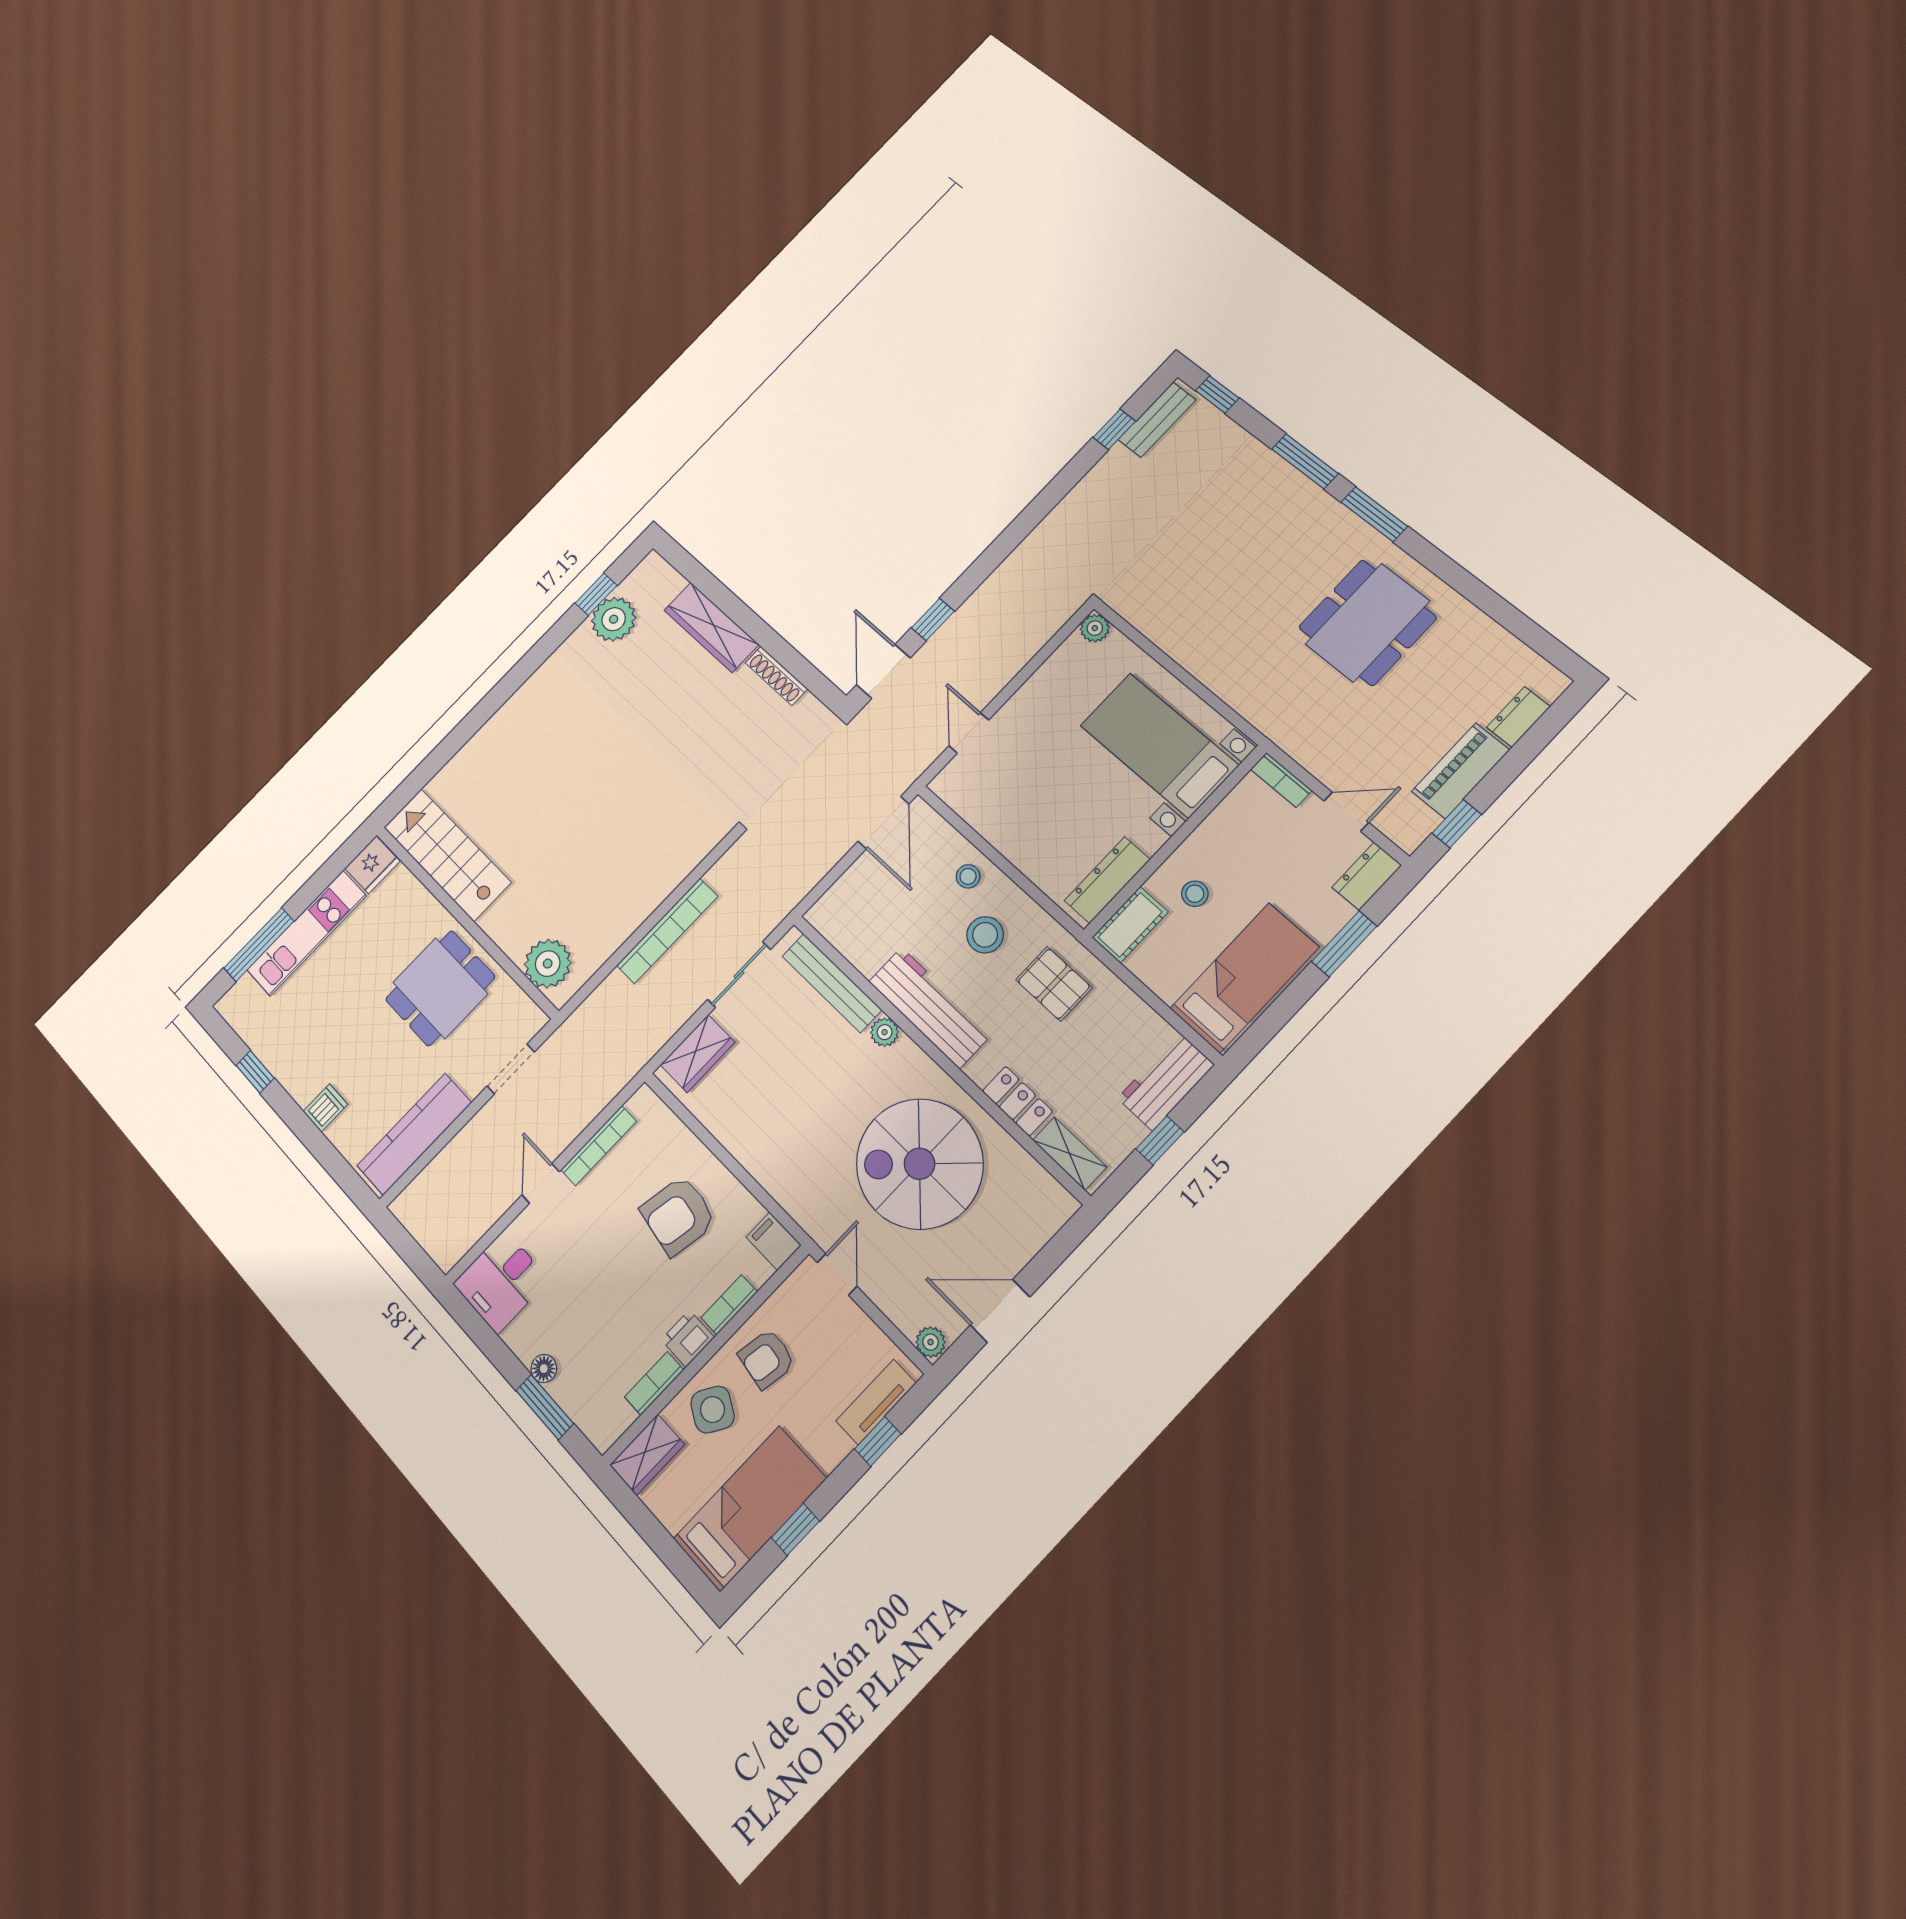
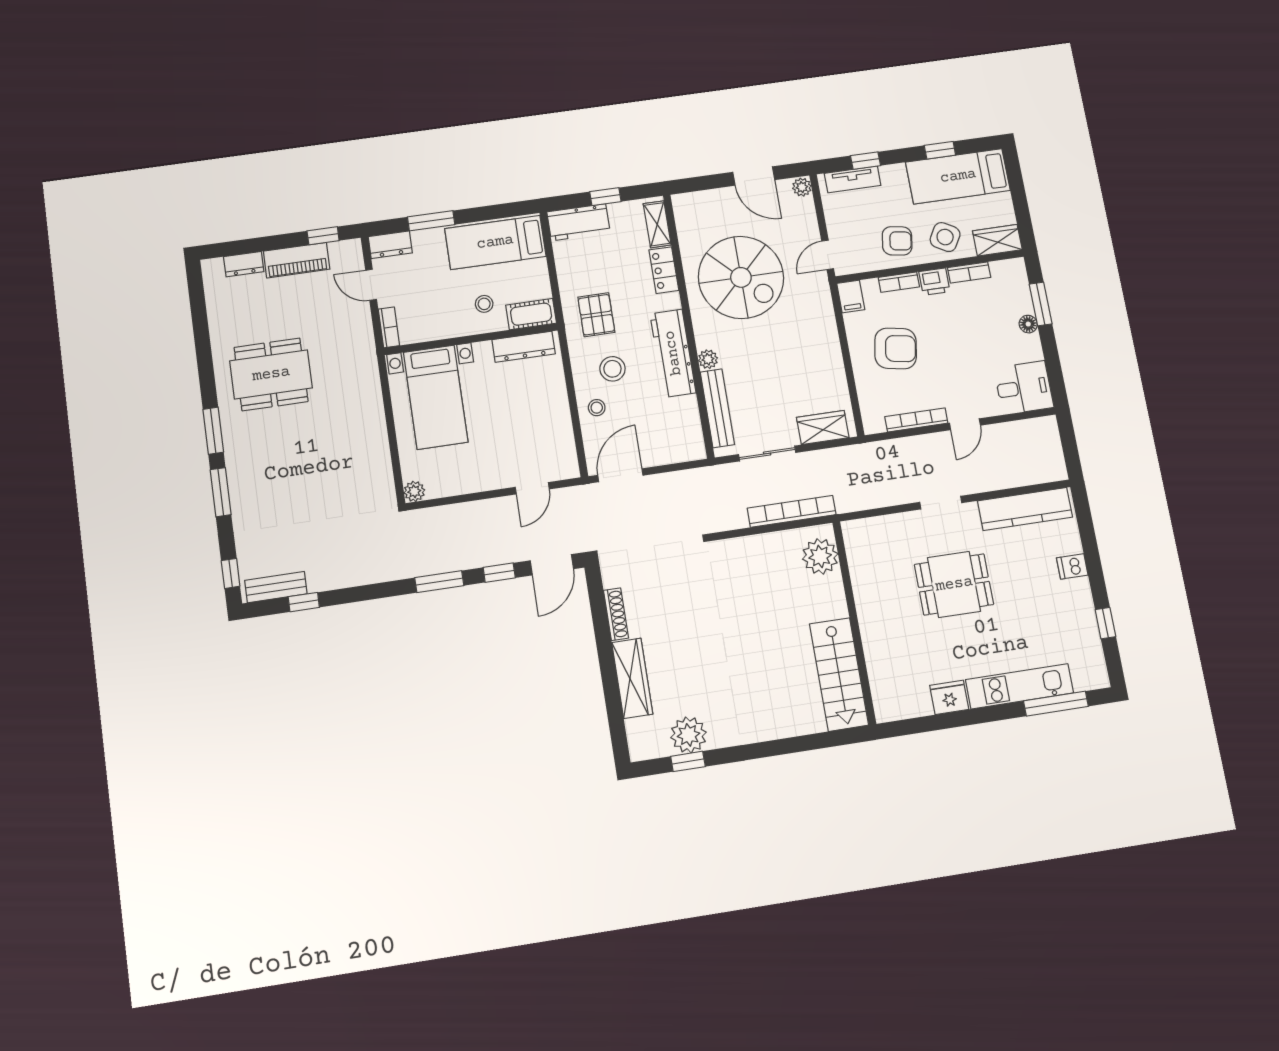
window: (989, 561) -> (439, 582), added
stairs: (447, 855) -> (839, 674), moved
wall: (466, 921) -> (854, 622), moved
plant: (548, 964) -> (820, 556), moved

